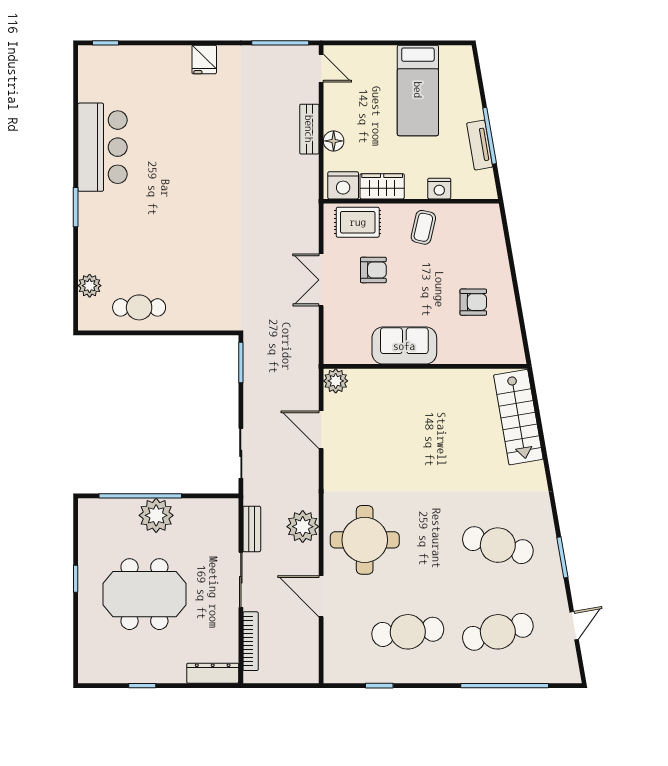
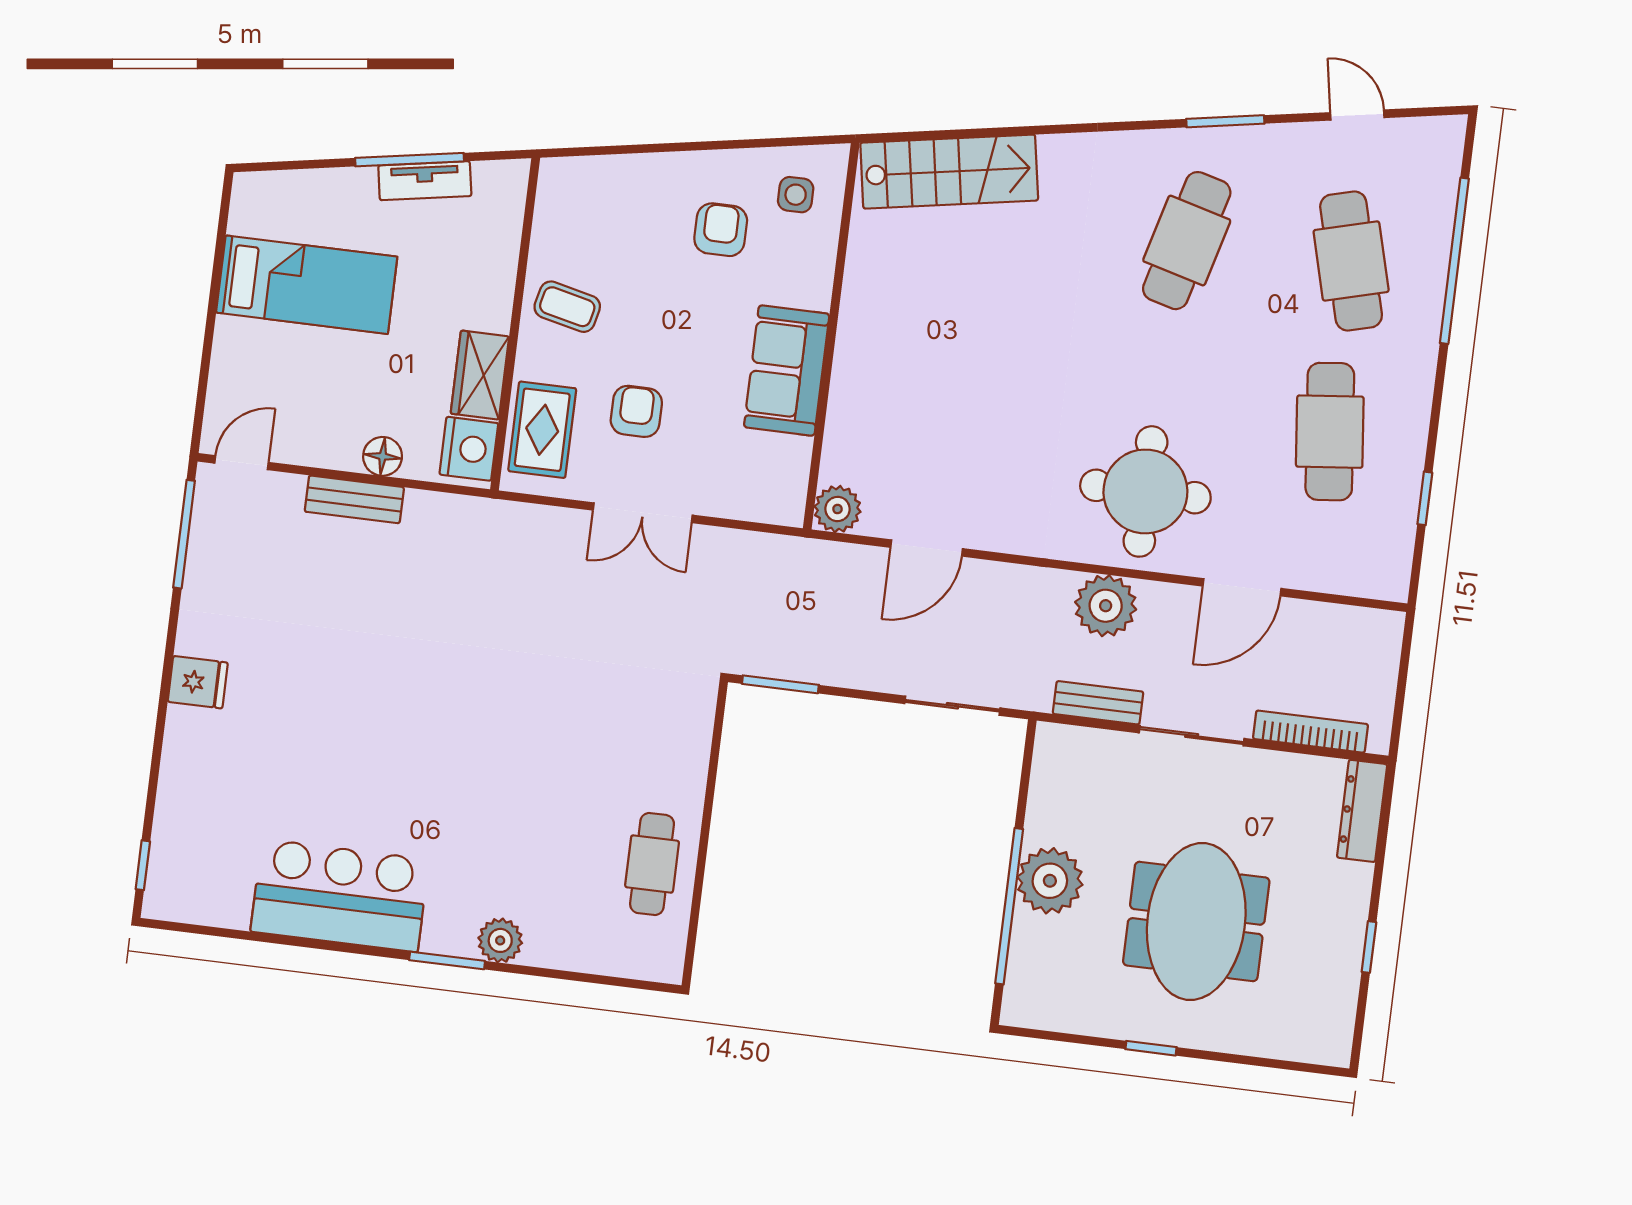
nightstand: (439, 189) -> (498, 267), removed
plant: (90, 286) -> (500, 940), moved
side table: (496, 339) -> (796, 195), added

